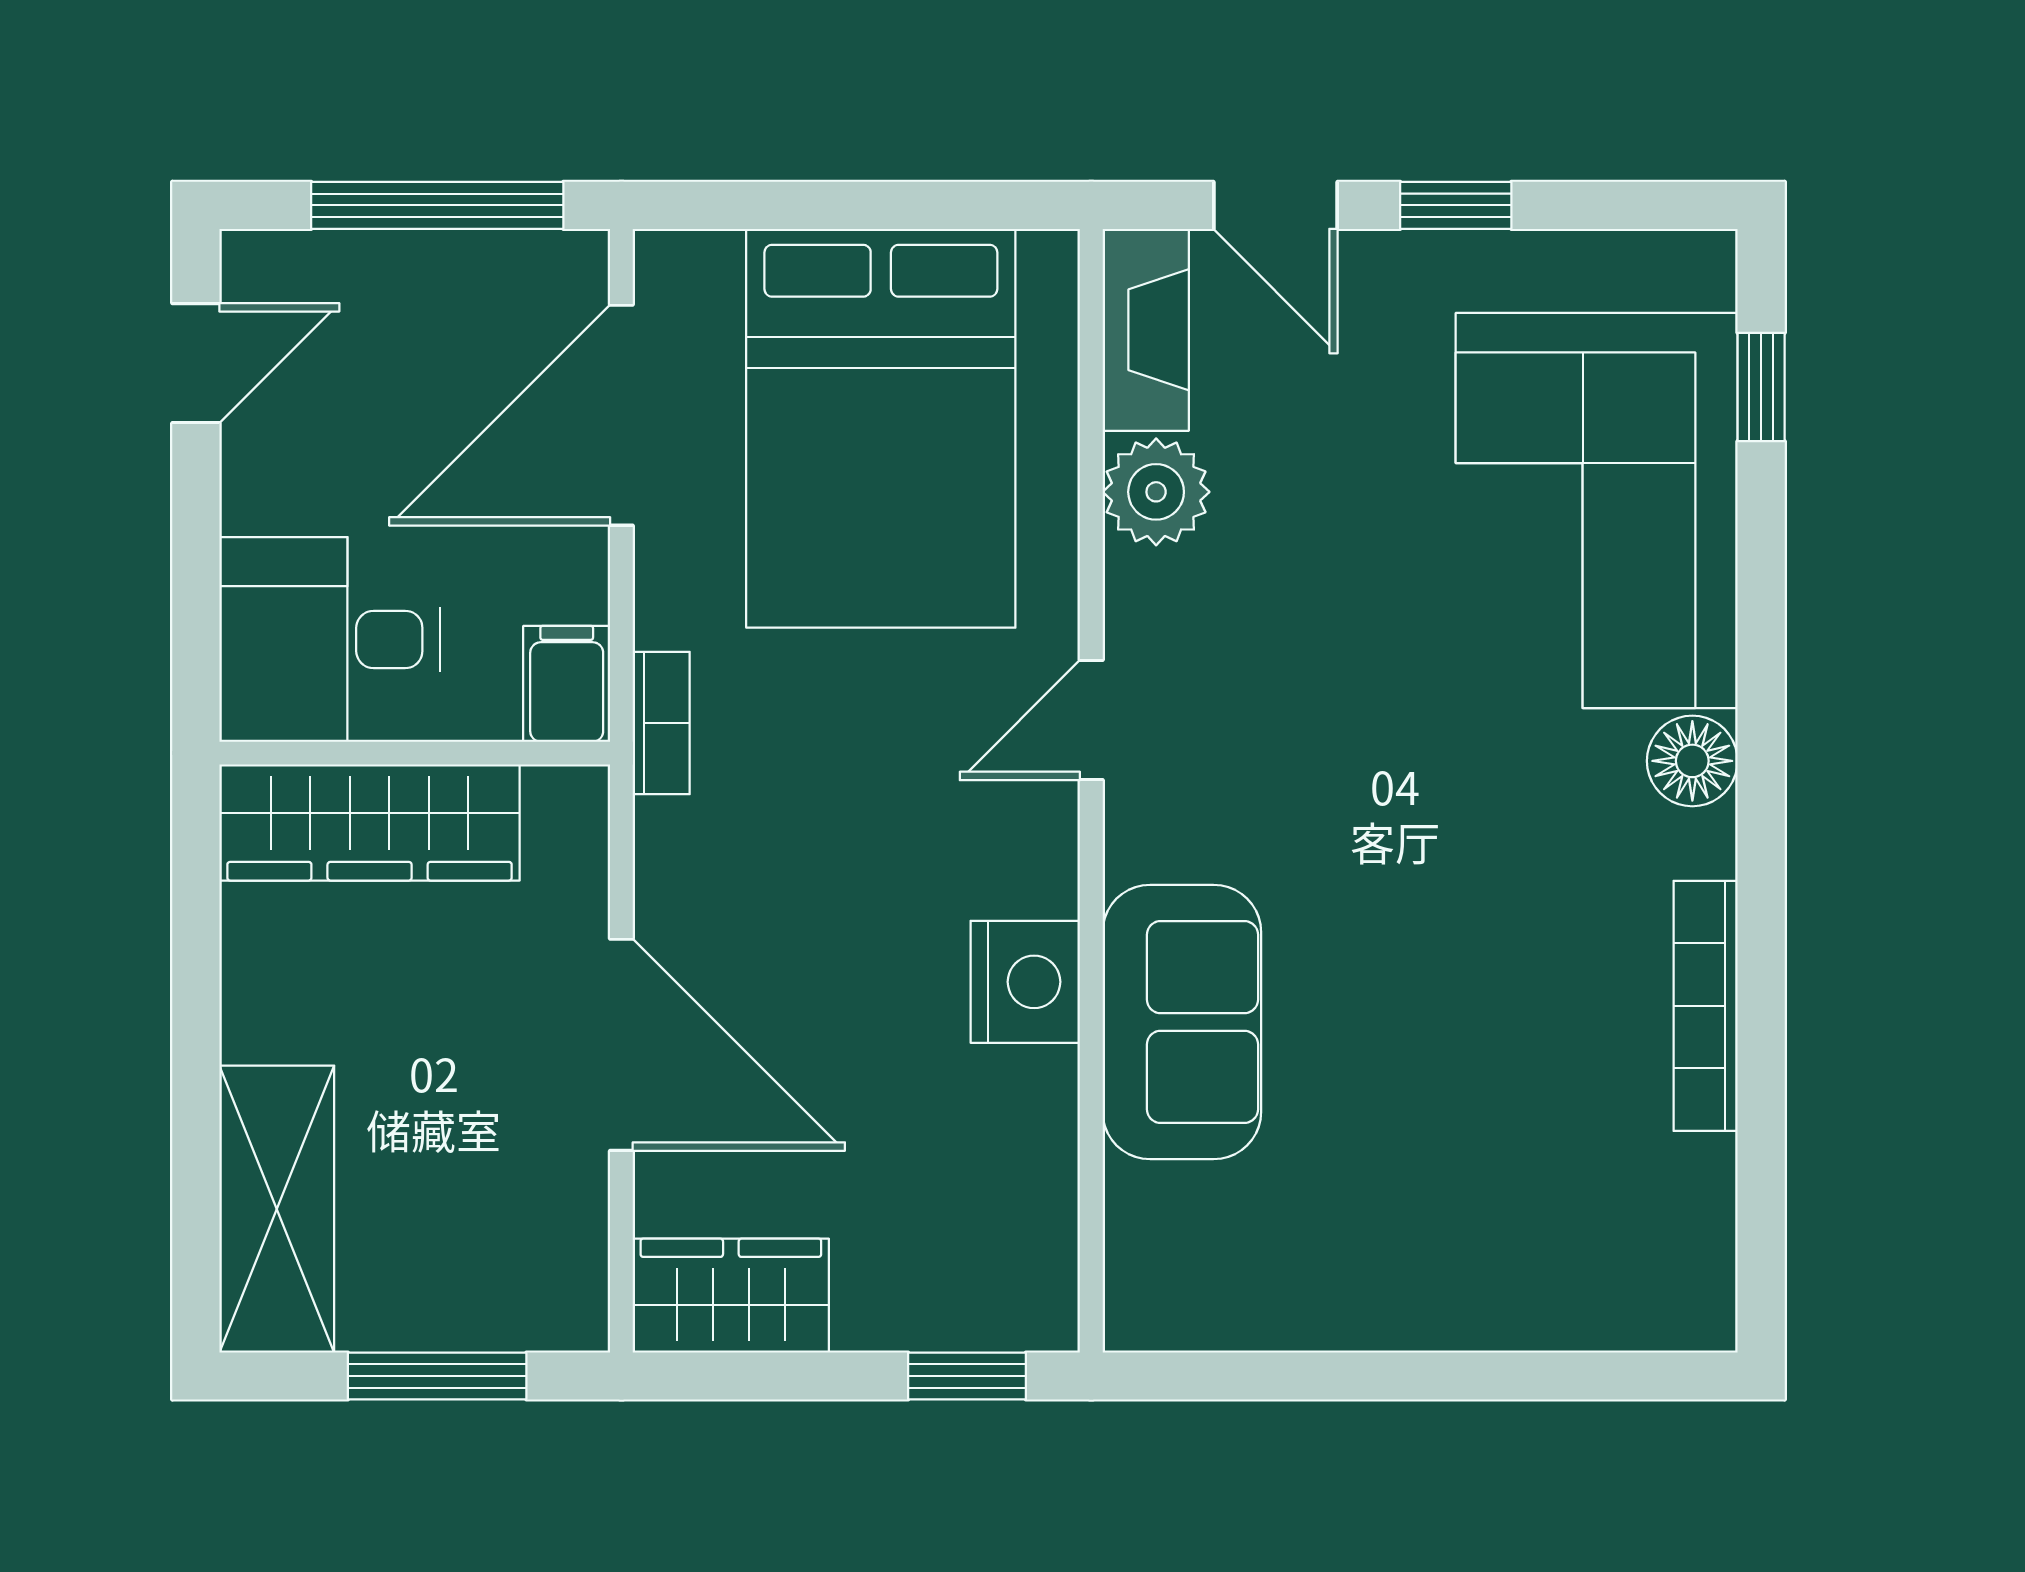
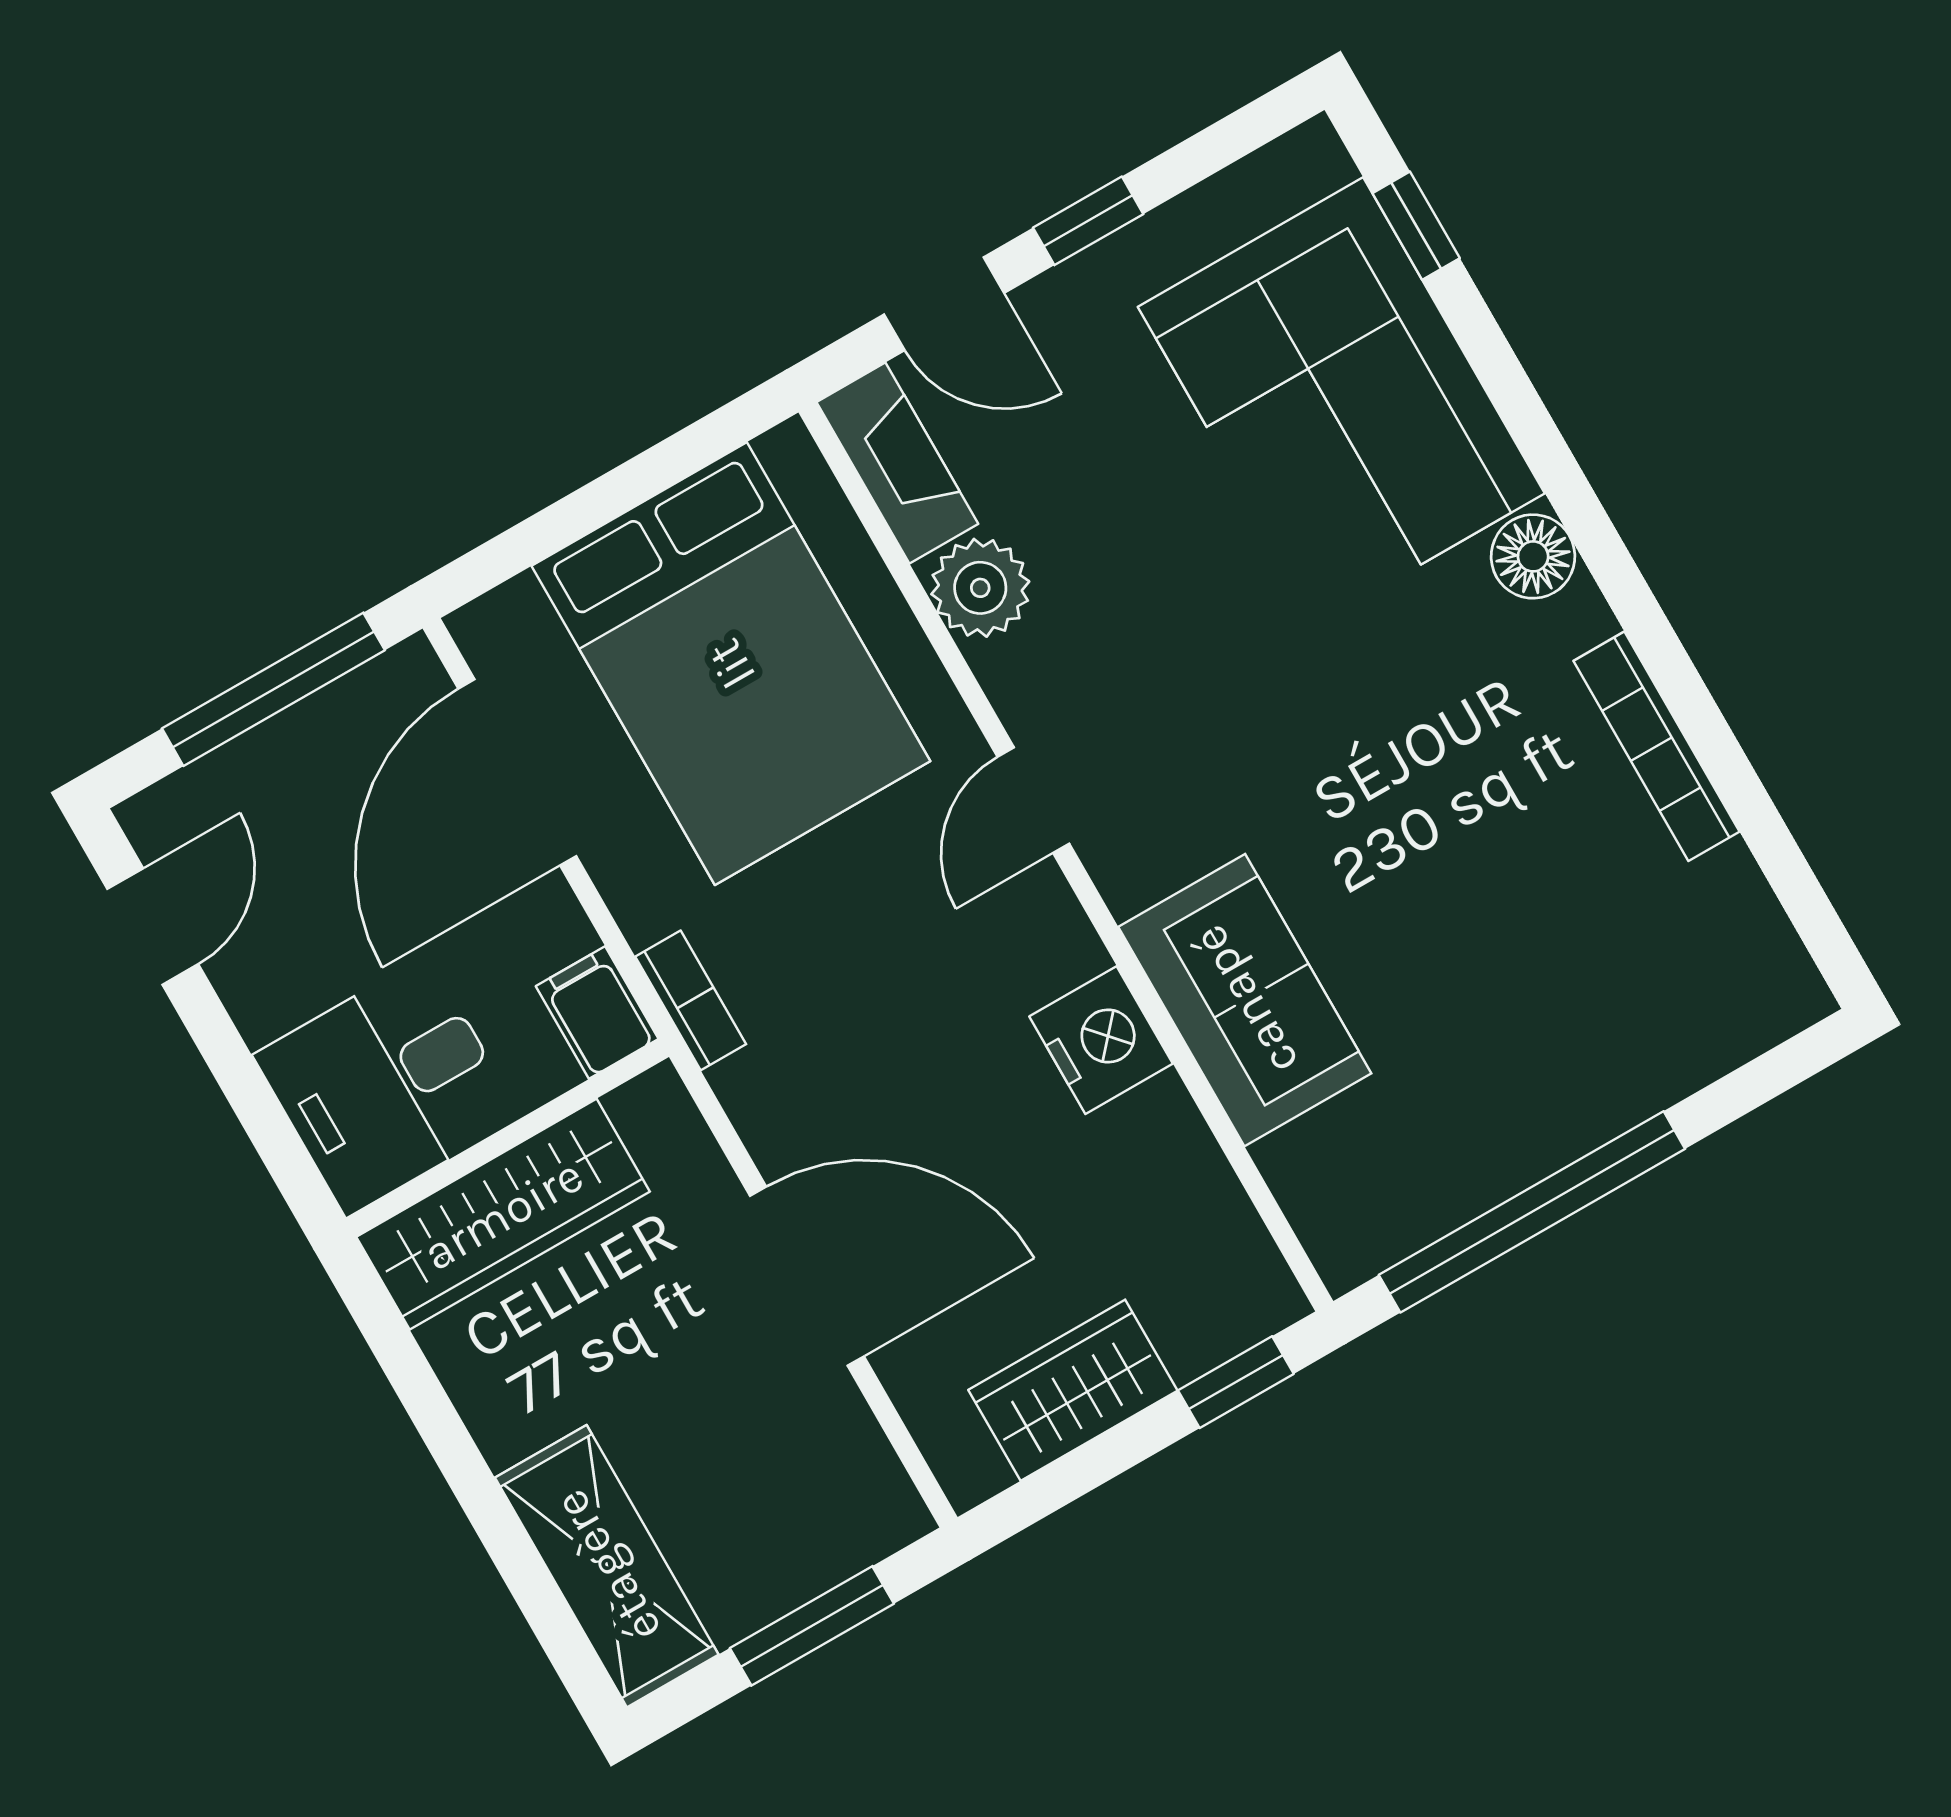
wardrobe: (731, 1296) -> (1073, 1390), moved
window: (1337, 1376) -> (1532, 1212), added

